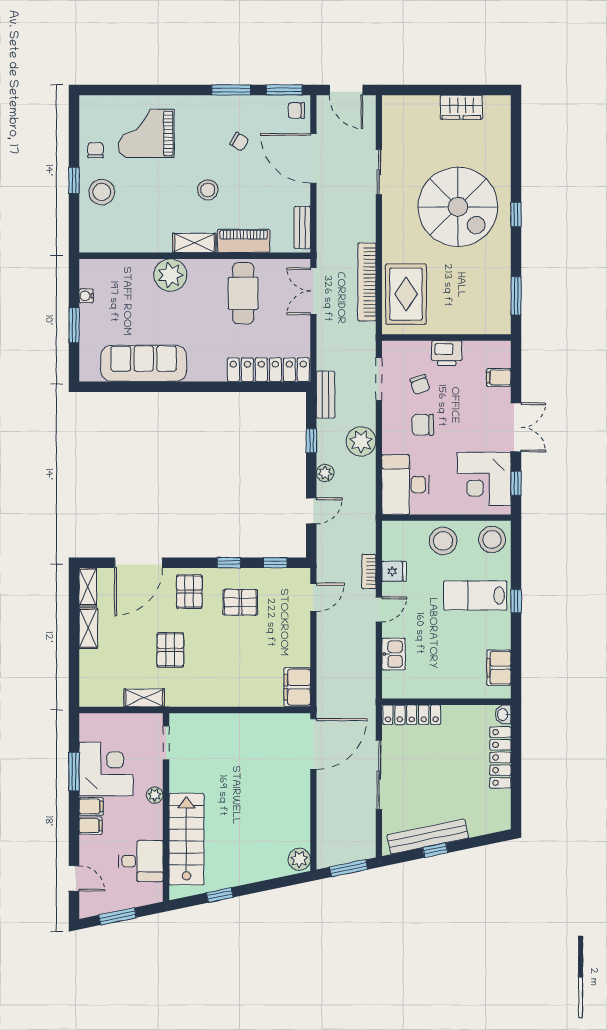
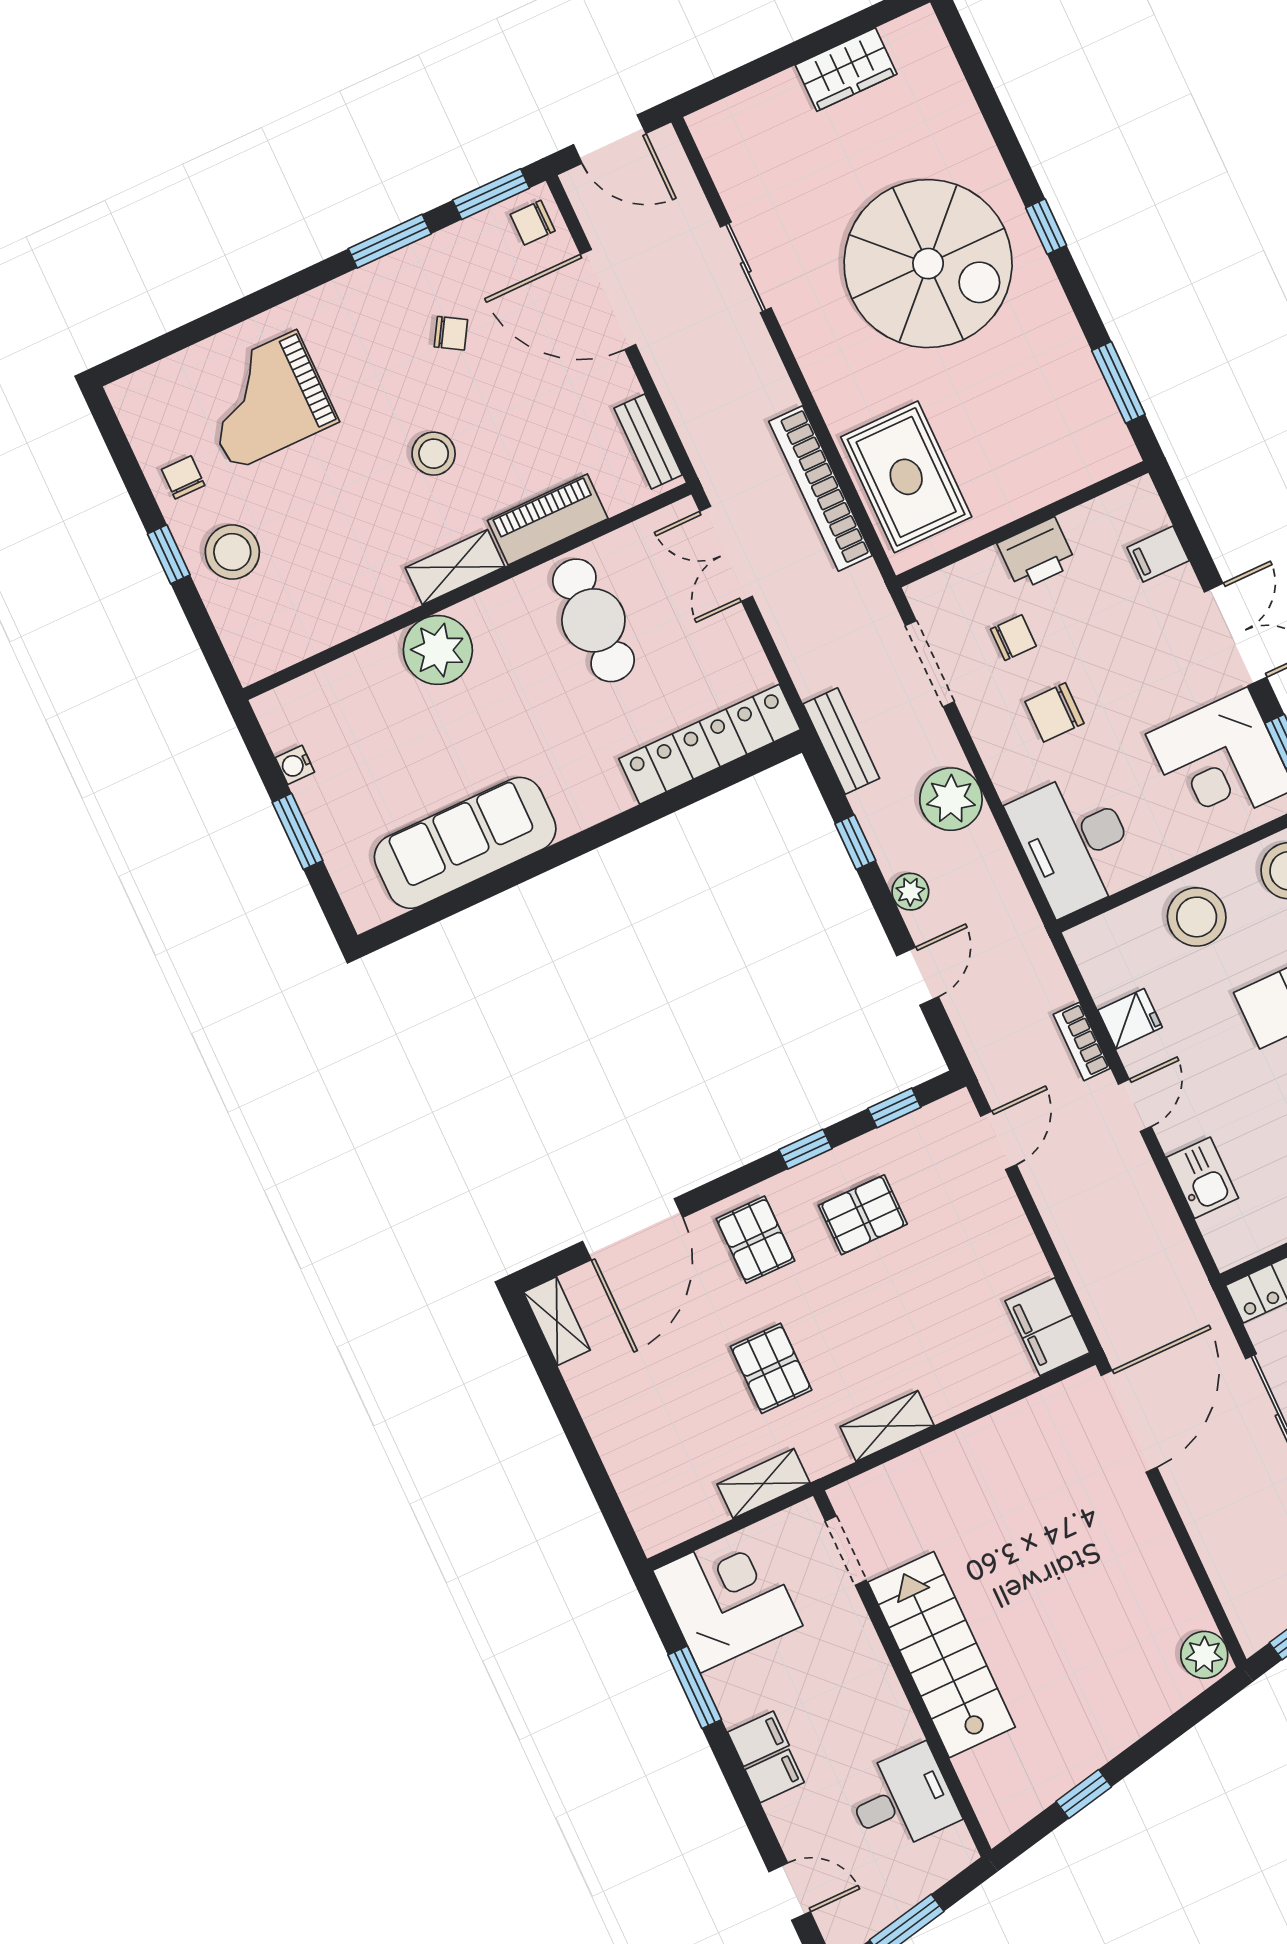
chair: (420, 384) -> (1013, 638), turned -71
shelving: (88, 628) -> (887, 1426), moved, turned 90
corner desk: (106, 769) -> (728, 1598), moved
plant: (155, 795) -> (870, 1660), removed
stairs: (186, 839) -> (941, 1655), moved

